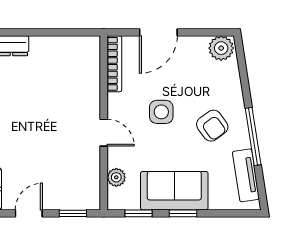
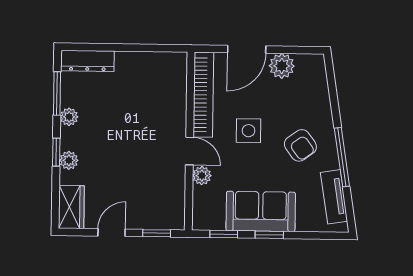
plant: (221, 48) -> (282, 66), moved
bookcase: (114, 64) -> (203, 95), width x1.48, depth x1.31
plant: (116, 177) -> (202, 176), moved

